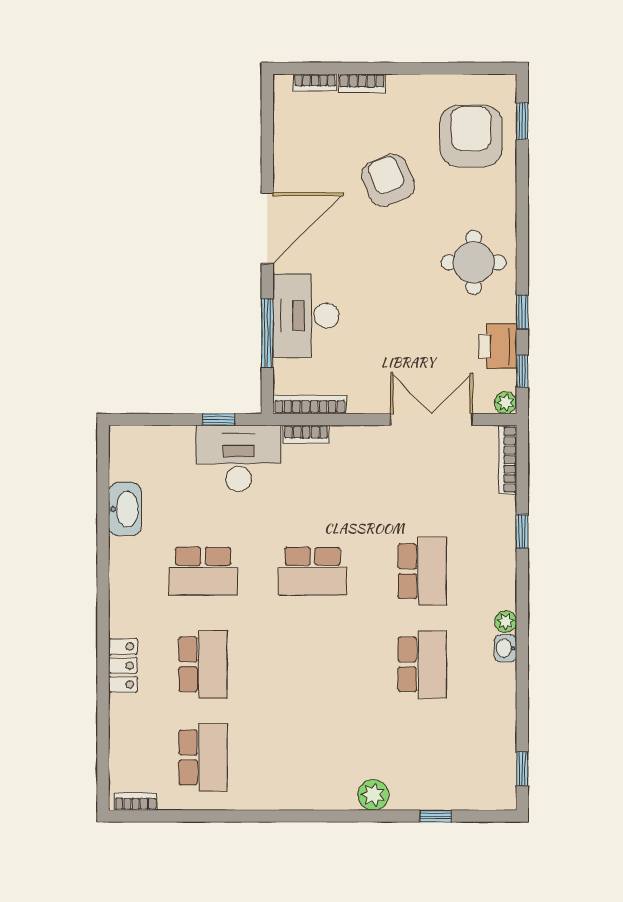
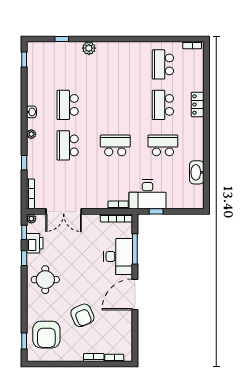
plant: (506, 621) -> (31, 134), moved

